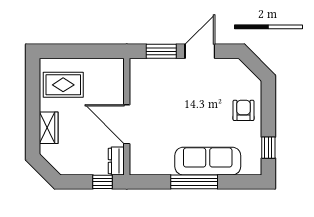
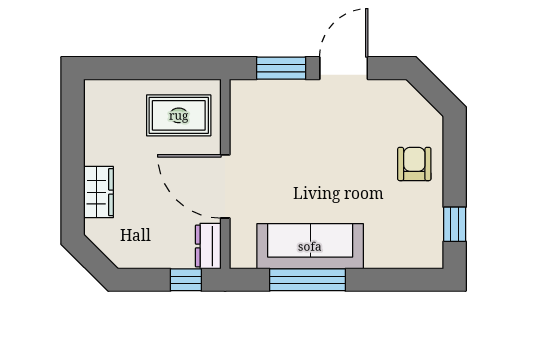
rug: (63, 85) -> (179, 115), moved
sofa: (208, 161) -> (310, 246), moved
window: (194, 182) -> (308, 280), moved

